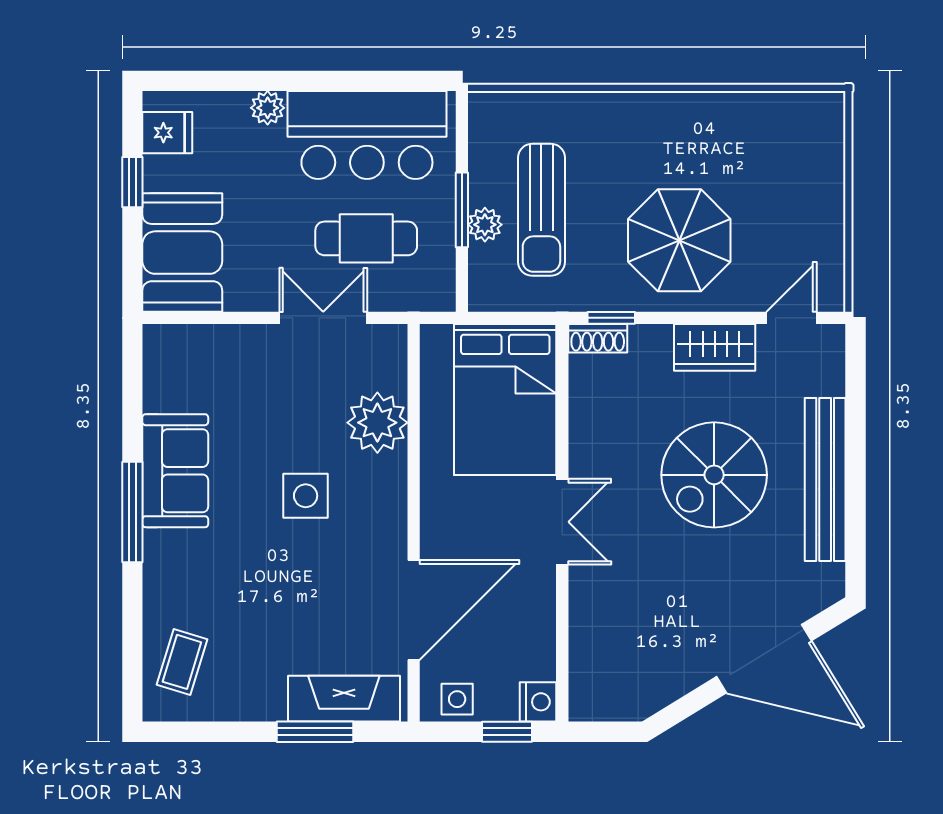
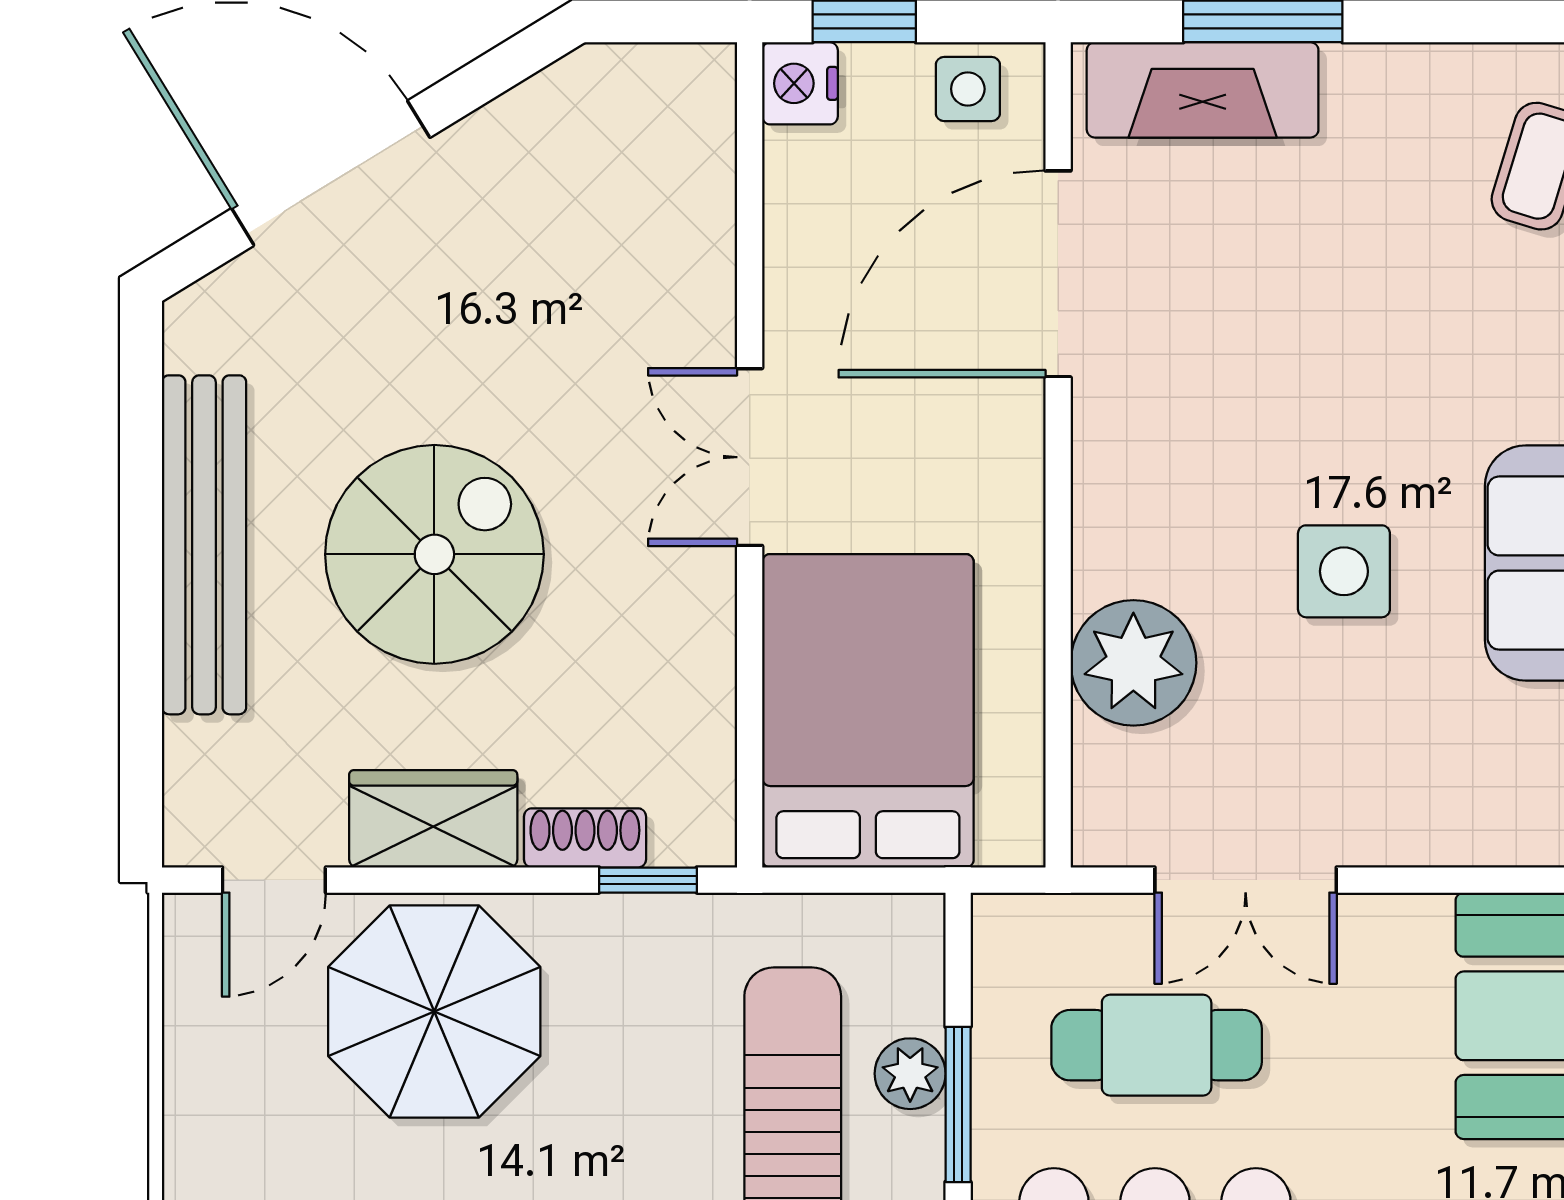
parasol: (679, 240) -> (434, 1011), moved
shoe rack: (598, 338) -> (585, 838), moved
side table: (306, 496) -> (1344, 571), moved

